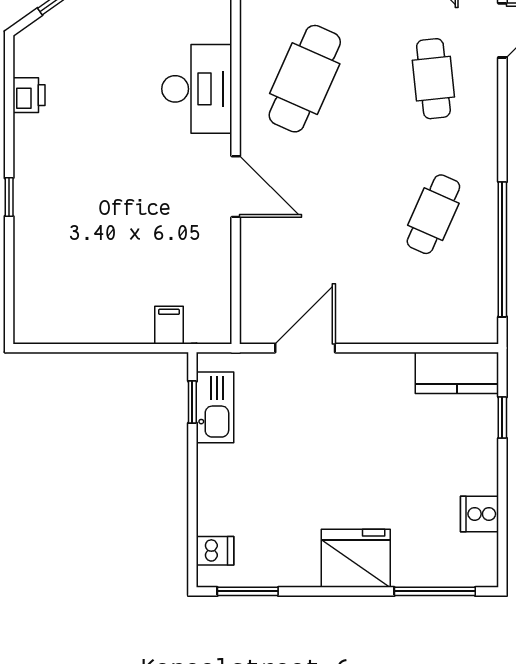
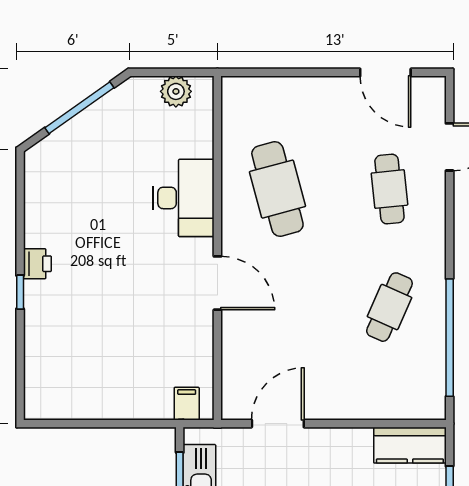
cafe table: (305, 79) -> (277, 189), turned -39
printer: (29, 95) -> (37, 264), moved
filing cabinet: (169, 325) -> (187, 404), moved

